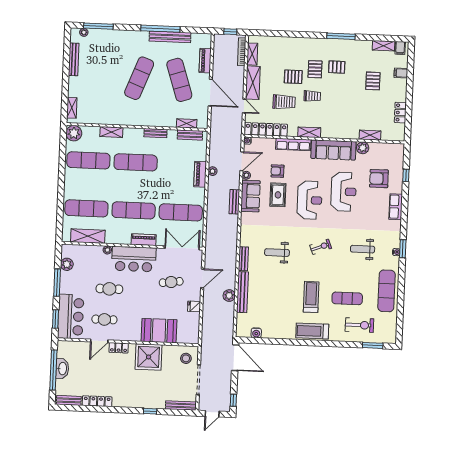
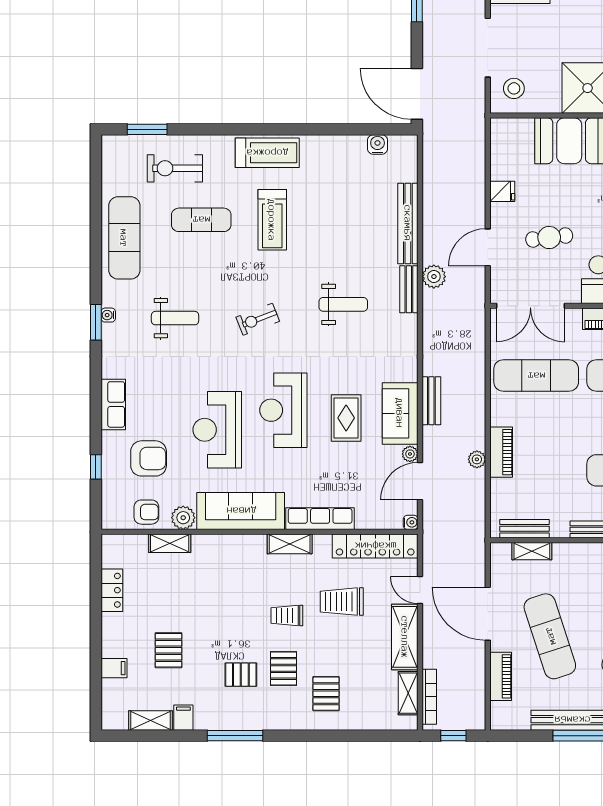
filing cabinet: (400, 48) -> (183, 718), moved
pallet: (293, 77) -> (326, 694), moved, turned 90
armchair: (277, 171) -> (146, 512), moved
plant: (229, 296) -> (434, 277), moved

